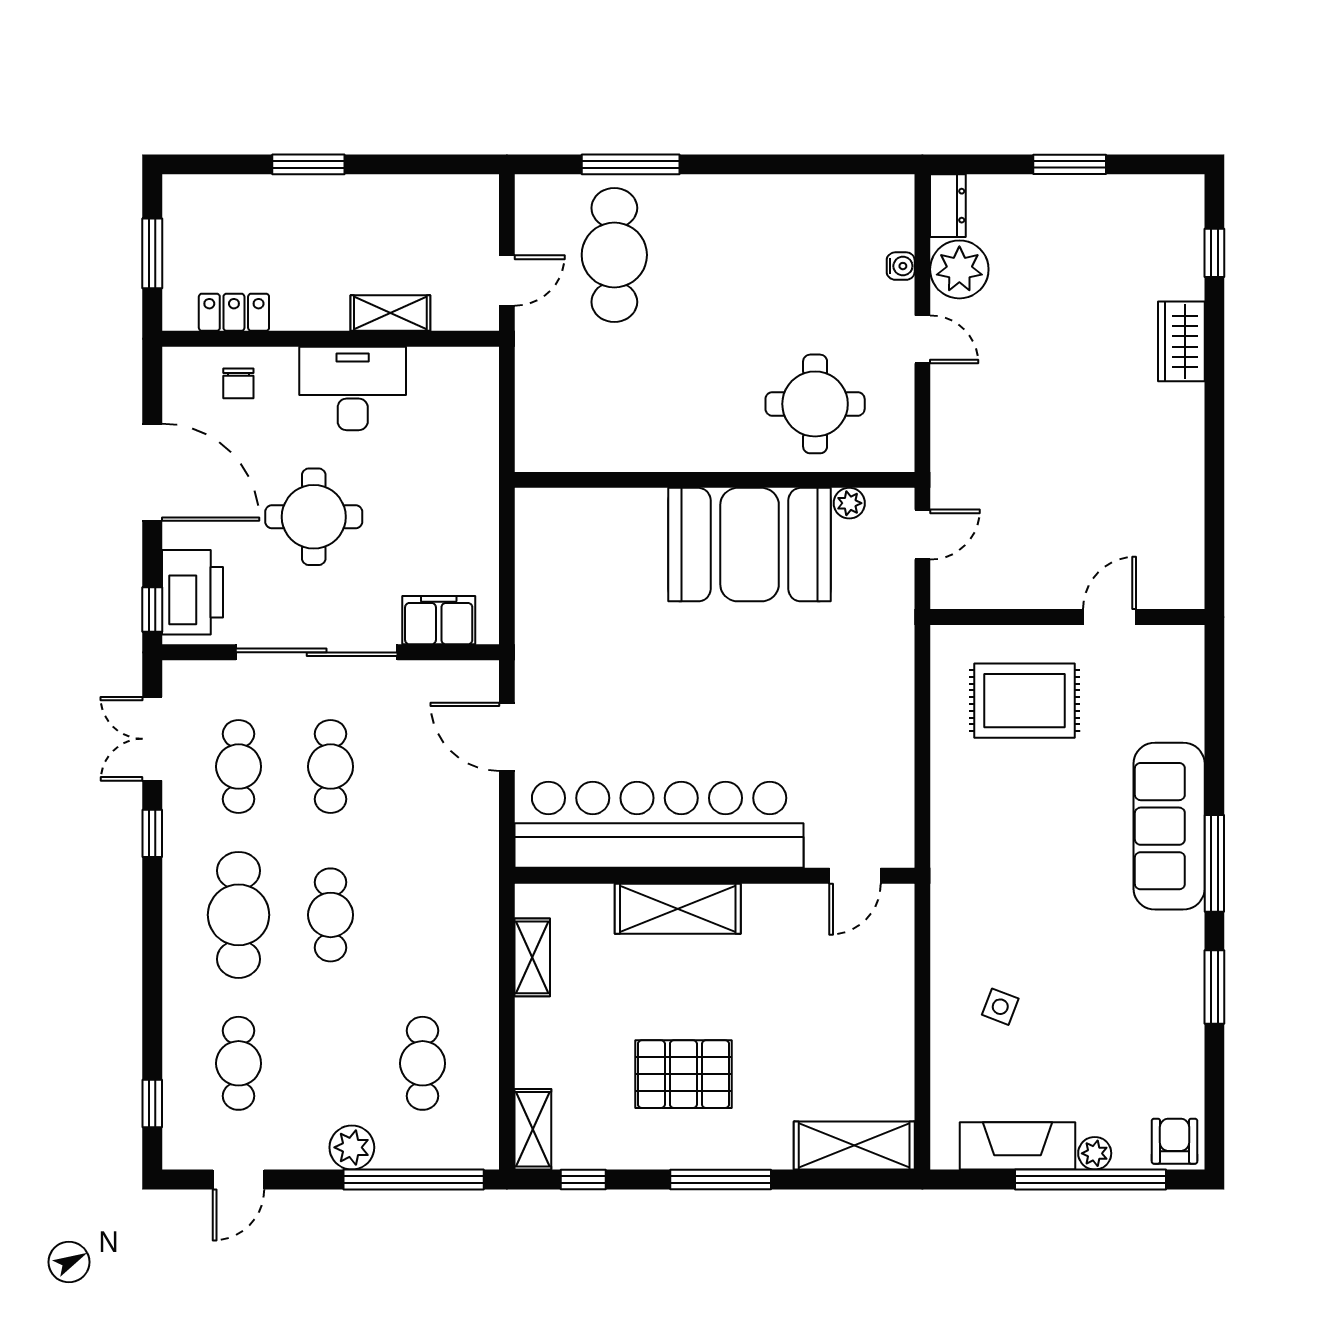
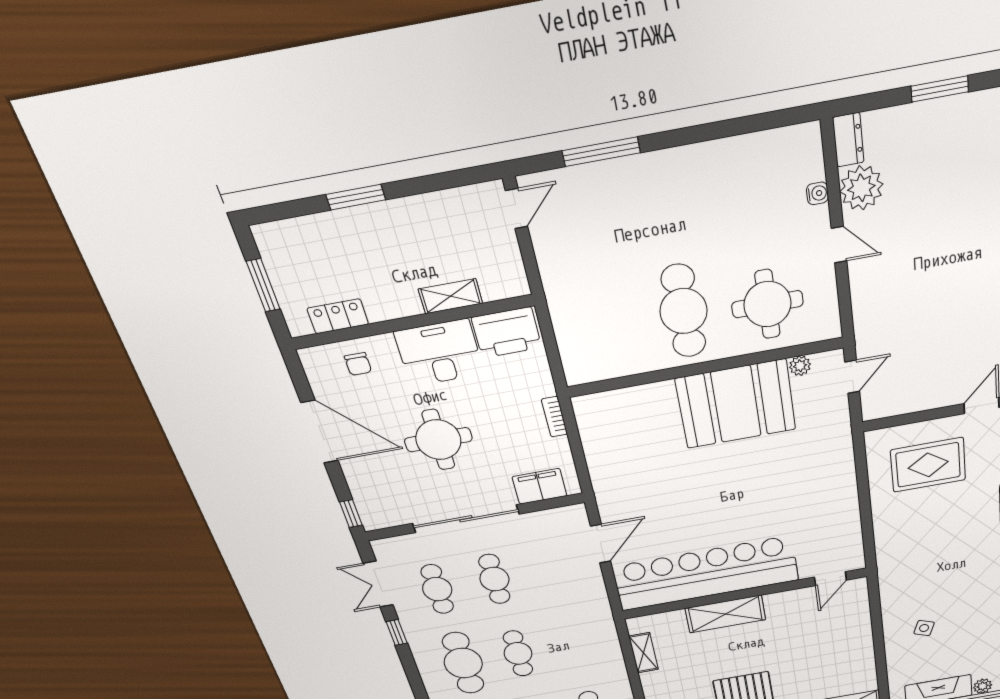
cafe table: (614, 255) -> (684, 311), moved
door: (507, 281) -> (517, 208), moved
bookcase: (487, 514) -> (554, 417), added
printer: (192, 592) -> (507, 333), moved, turned 90
door: (507, 737) -> (601, 544), swing flipped

